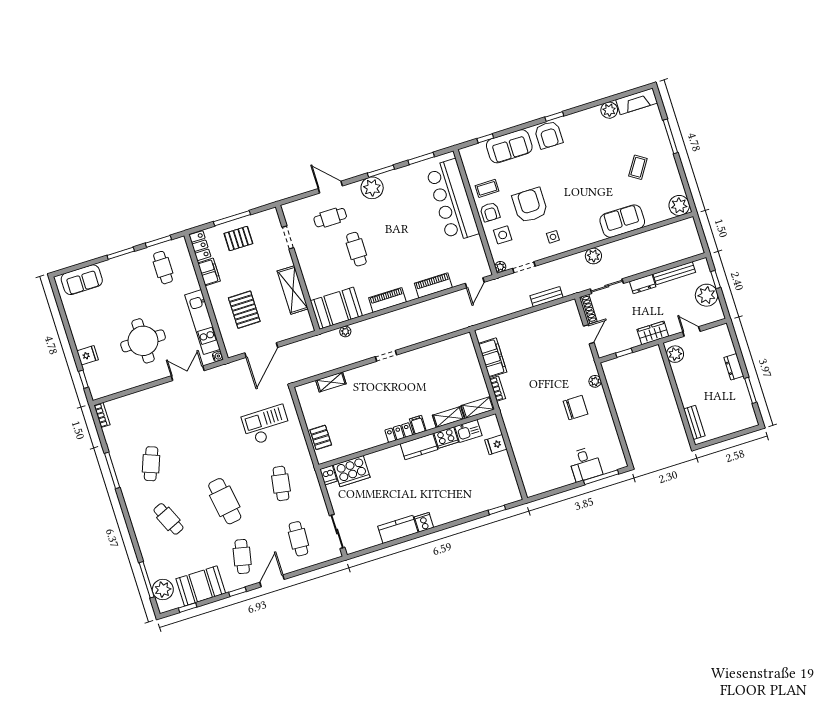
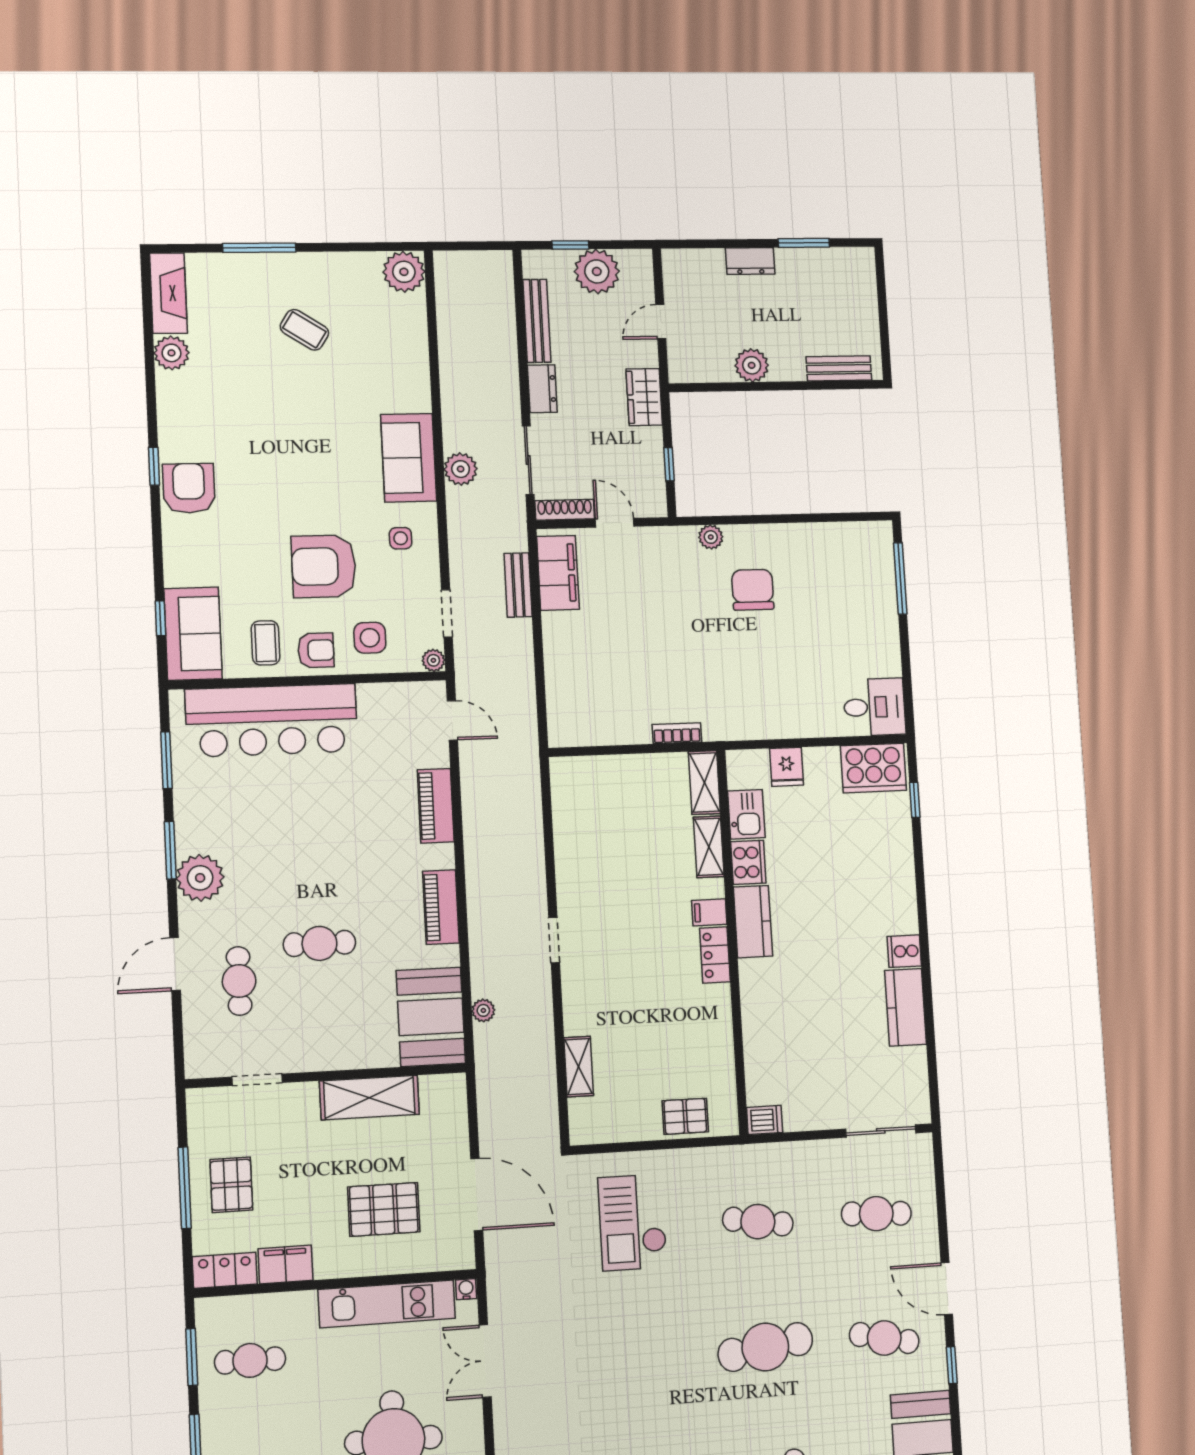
armchair: (549, 135) -> (189, 488), turned -90
sofa: (509, 146) -> (193, 634), moved
sofa: (622, 221) -> (409, 458), moved
plant: (675, 354) -> (752, 365), moved
filing cabinet: (493, 358) -> (558, 573), moved, turned 90
desk: (585, 464) -> (874, 707), moved
cooker: (352, 471) -> (873, 768), moved, turned 90

